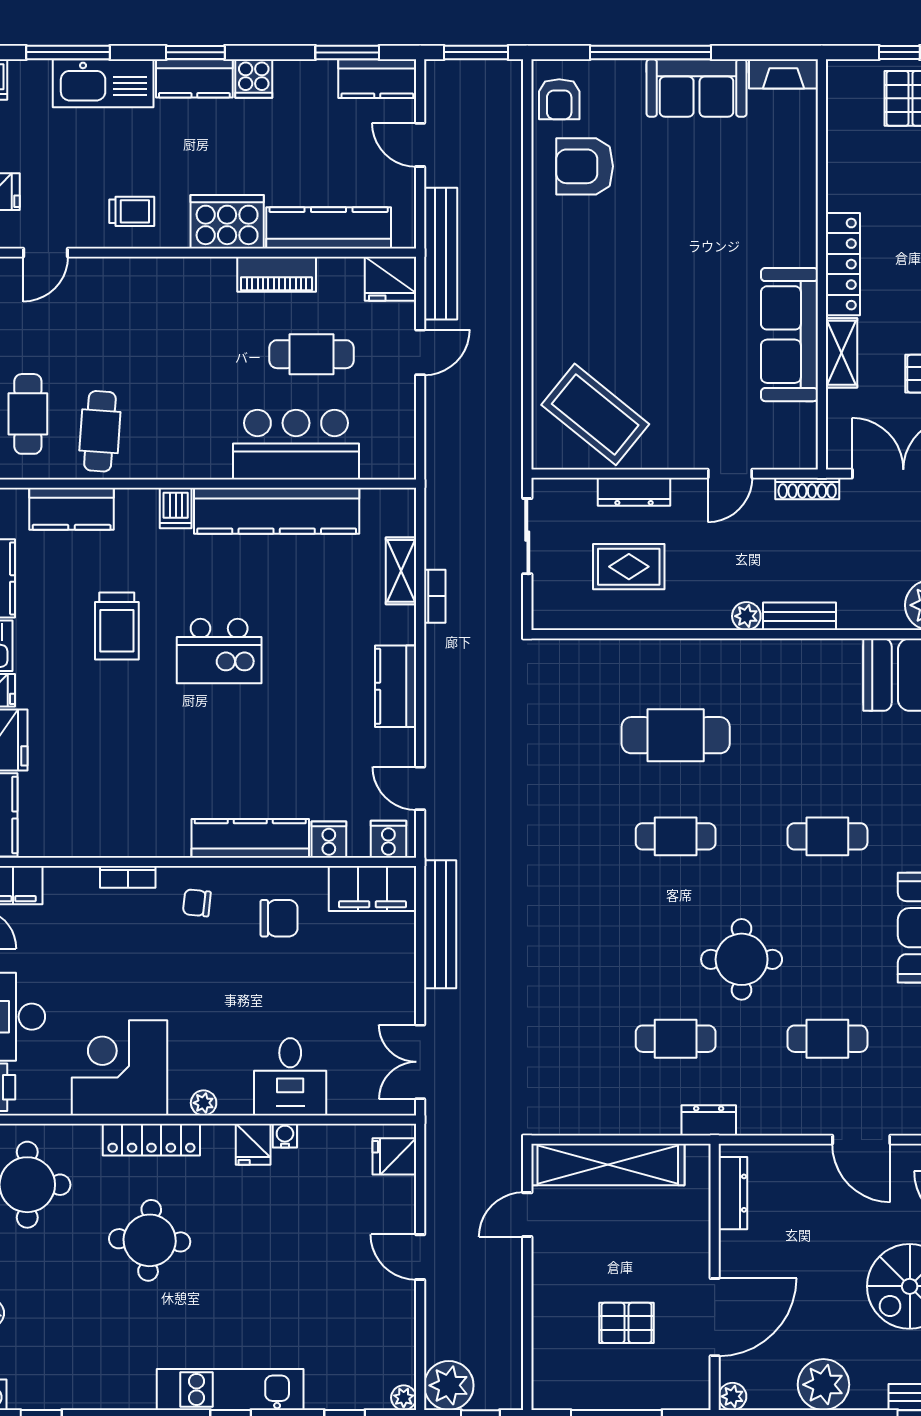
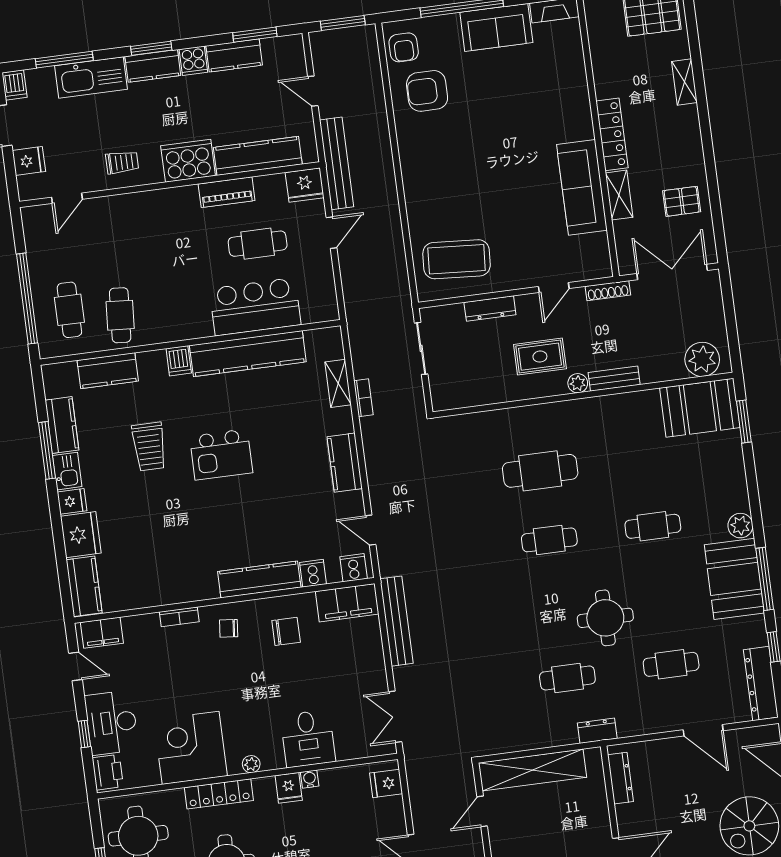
kitchen counter: (377, 79) -> (234, 55), moved
coffee table: (595, 414) -> (457, 259), turned -35
rug: (629, 567) -> (540, 357), moved

